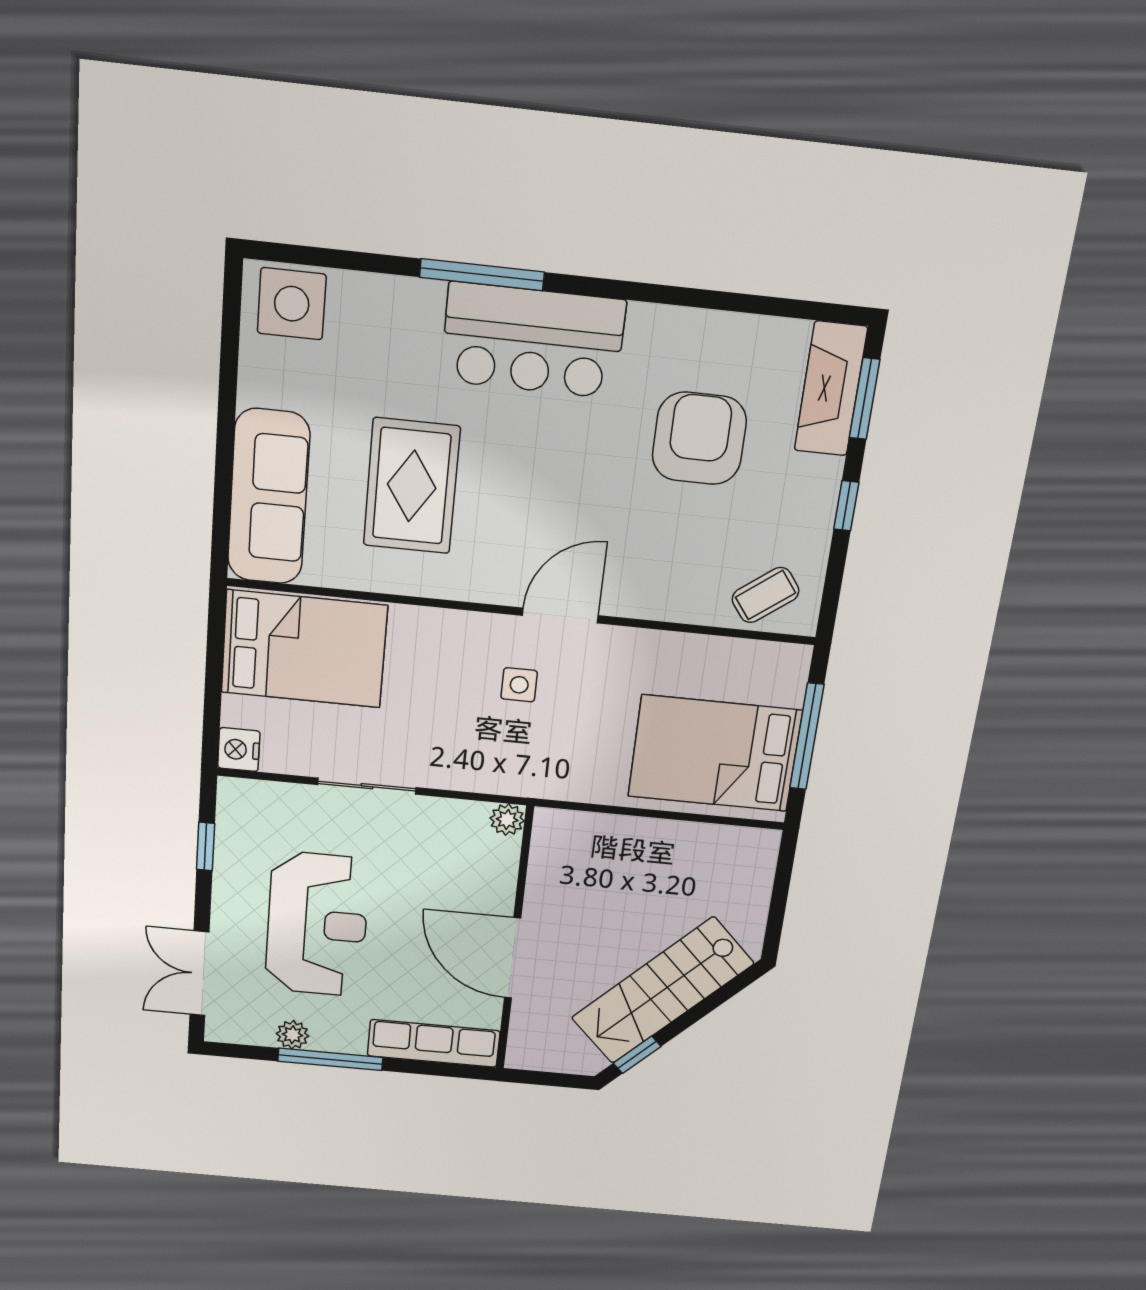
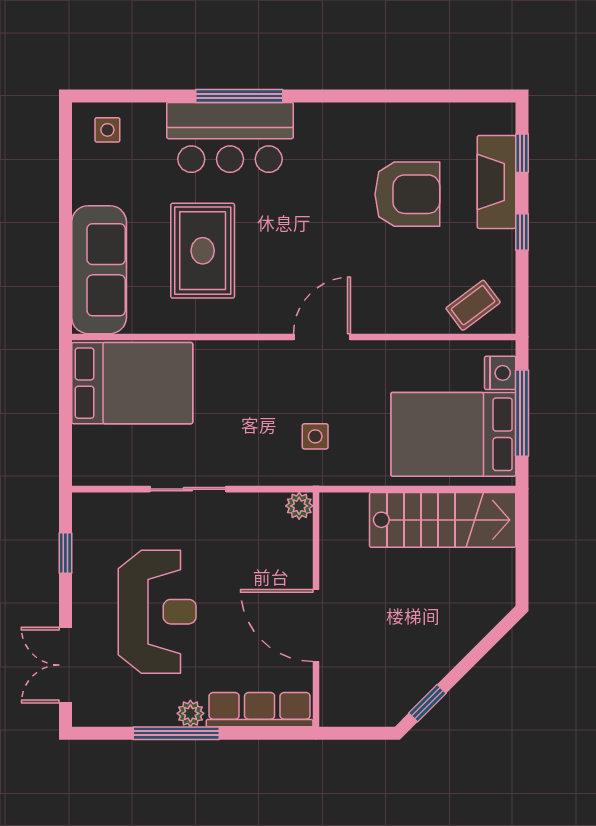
side table: (292, 304) -> (107, 130), width x0.54, depth x0.54
bar counter: (533, 340) -> (230, 137), moved
fireplace: (831, 389) -> (497, 182), moved
window: (865, 399) -> (522, 153), width x0.67
armchair: (699, 438) -> (407, 194), turned 90
side table: (519, 685) -> (315, 436), moved
nightstand: (239, 750) -> (500, 373), moved, turned 180
stairs: (662, 991) -> (443, 520), moved, turned -135
plant: (293, 1035) -> (190, 713), moved

